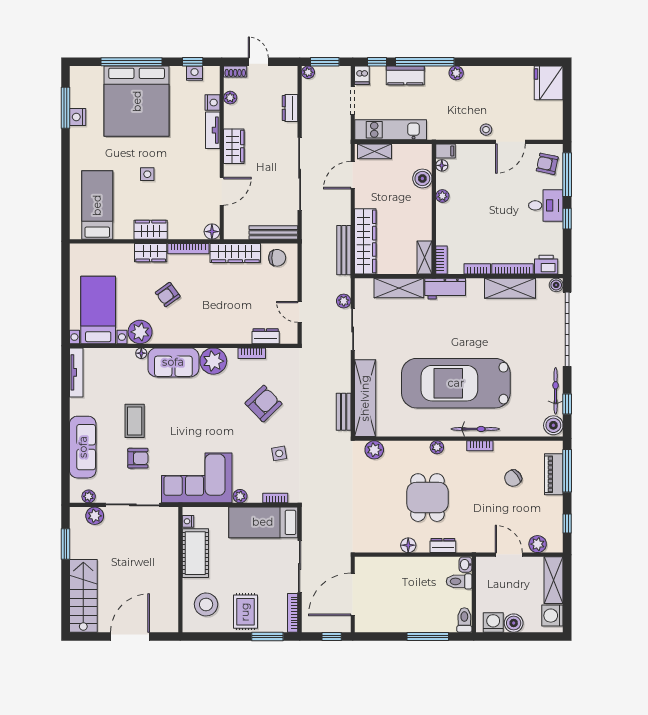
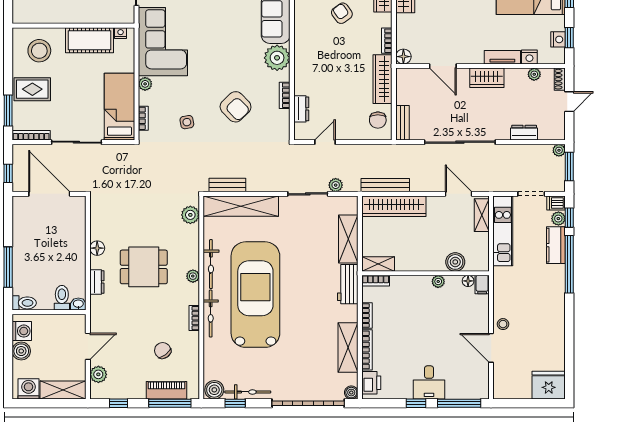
plant: (456, 73) -> (558, 219), moved
armchair: (547, 164) -> (470, 384), removed
bench: (273, 233) -> (403, 123), width x0.73
bookcase: (188, 249) -> (387, 41), width x0.64
bicycle: (425, 429) -> (211, 264), added

